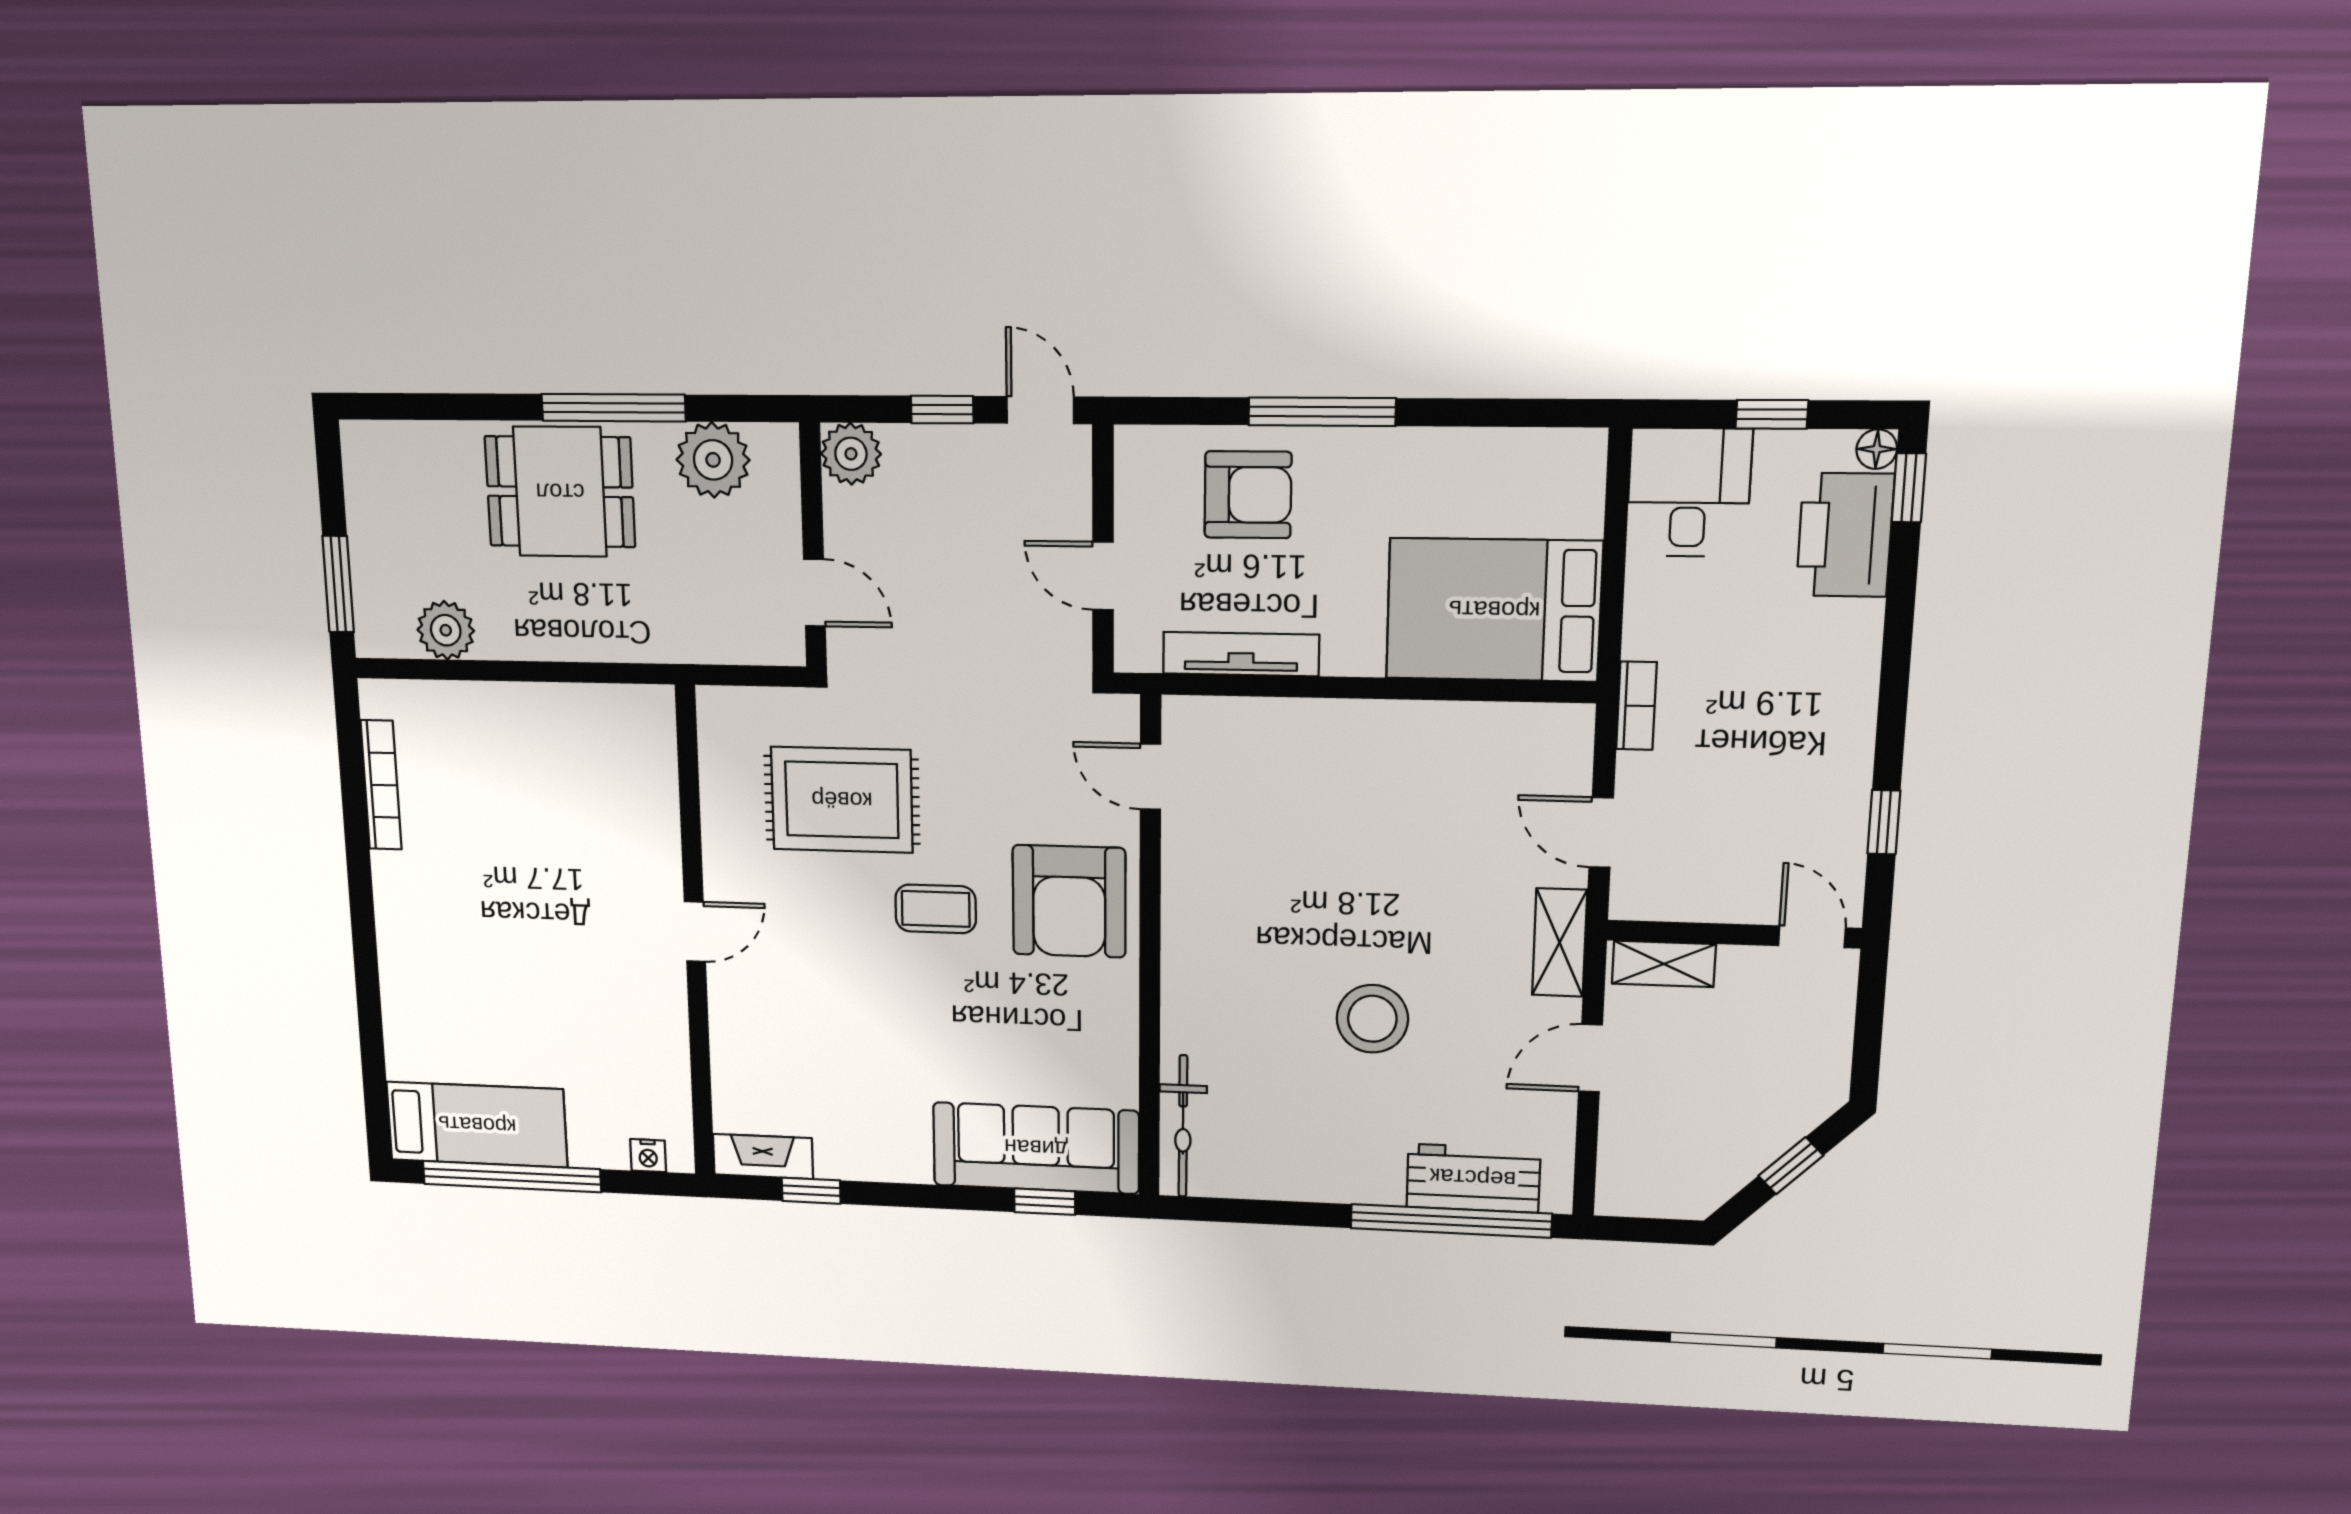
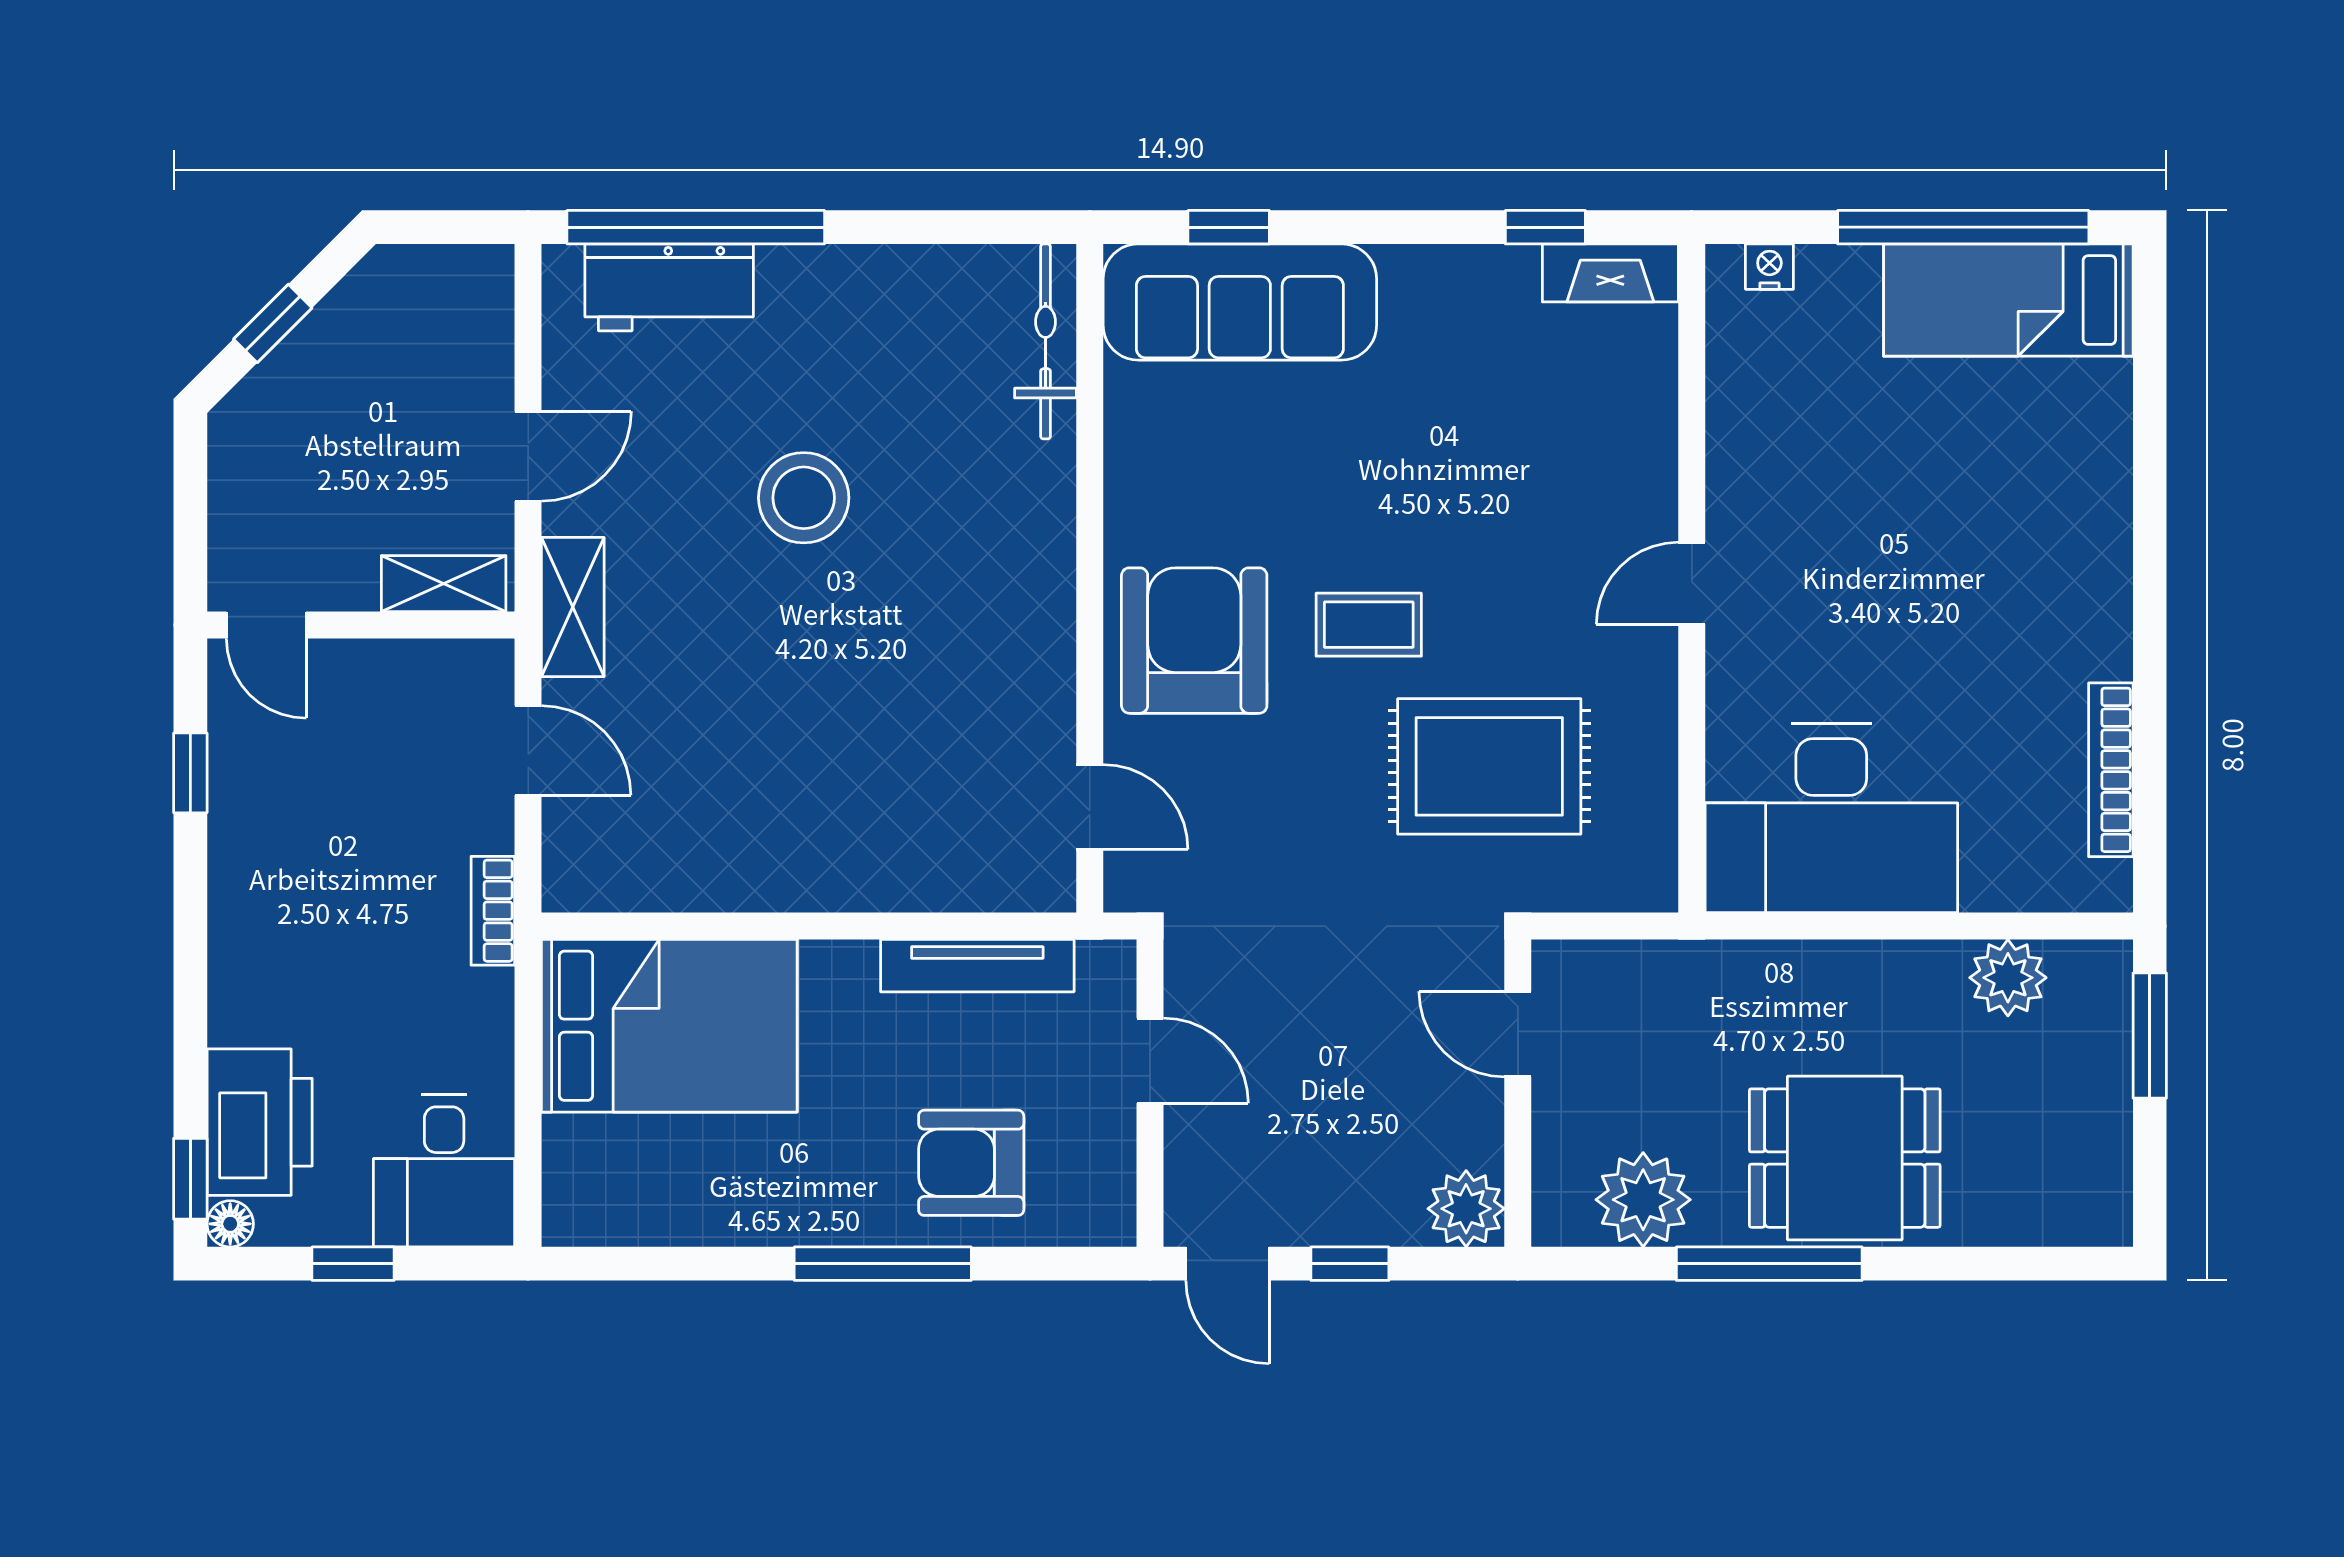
desk: (583, 754) -> (1831, 818), added

